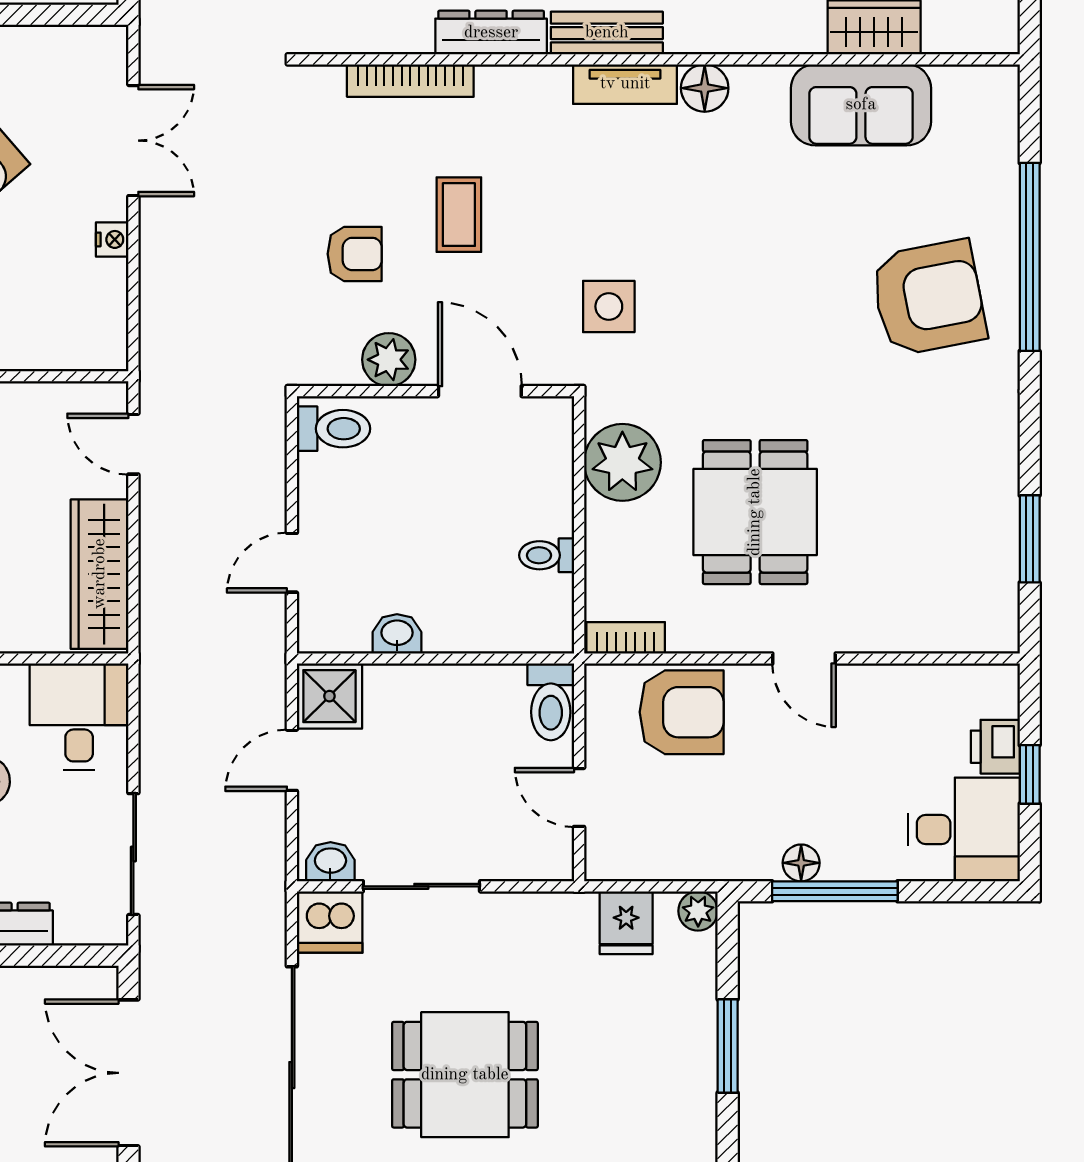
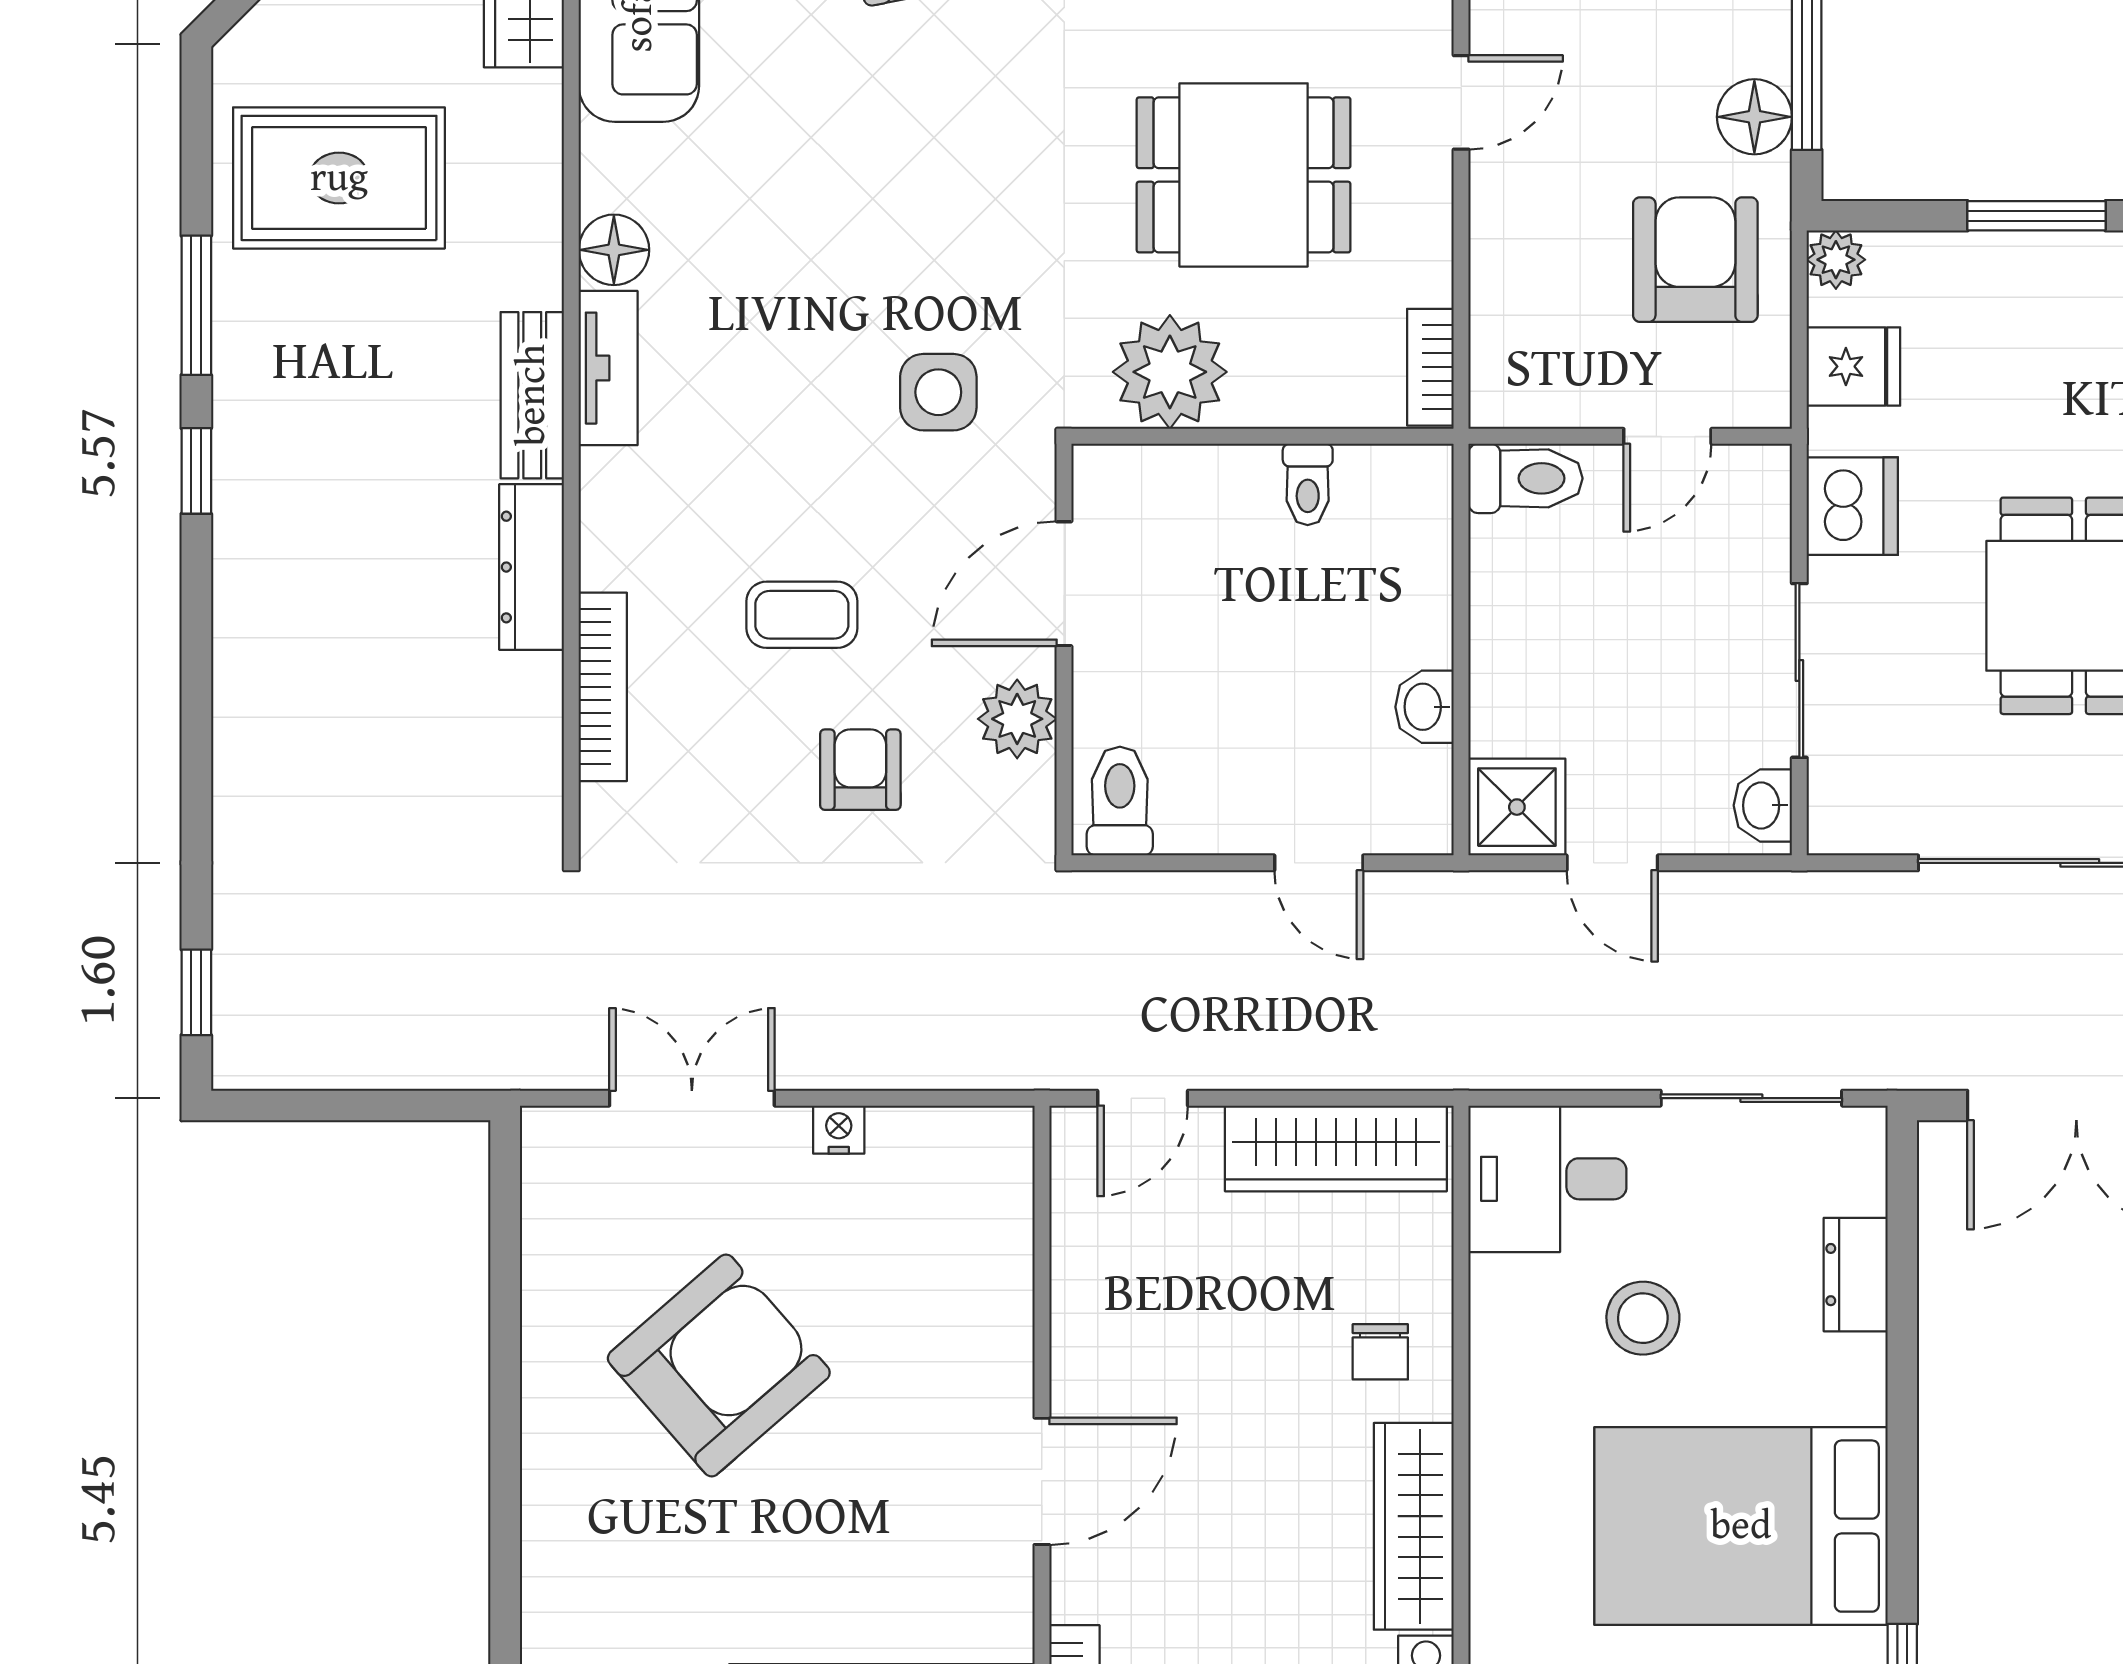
armchair: (682, 712) -> (1695, 260), moved
floor lamp: (801, 863) -> (1754, 117), width x1.37, depth x1.37
dishwasher: (330, 922) -> (1852, 506), moved

